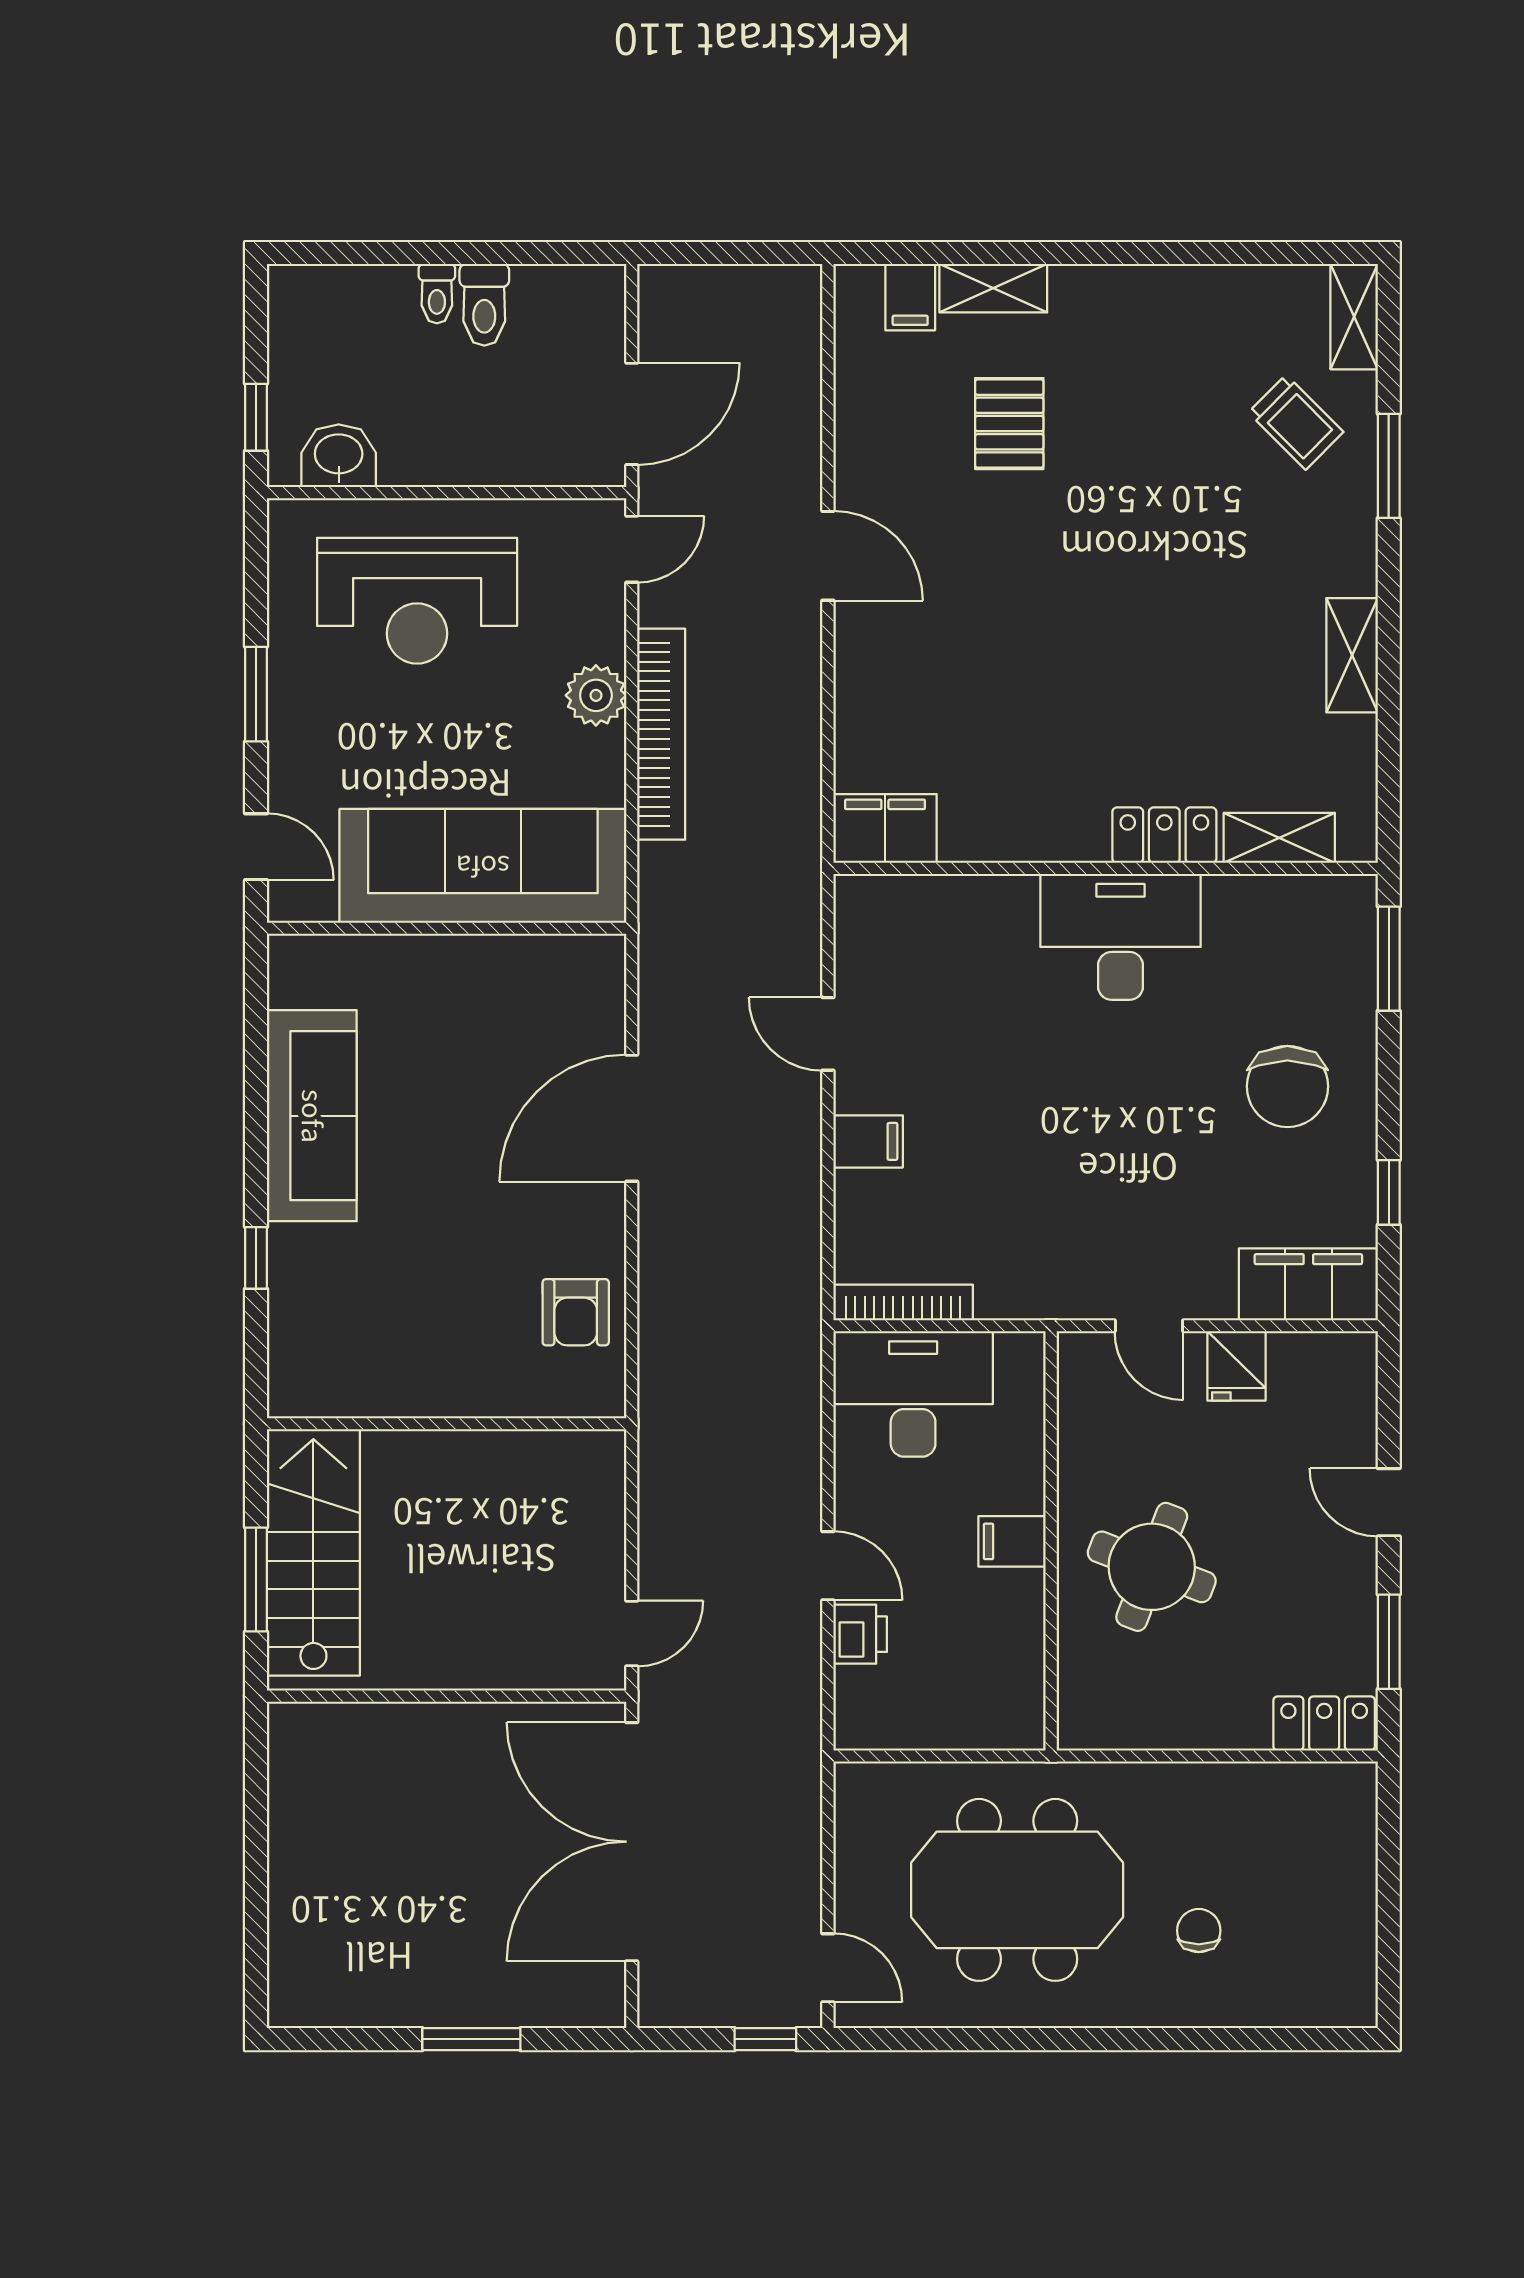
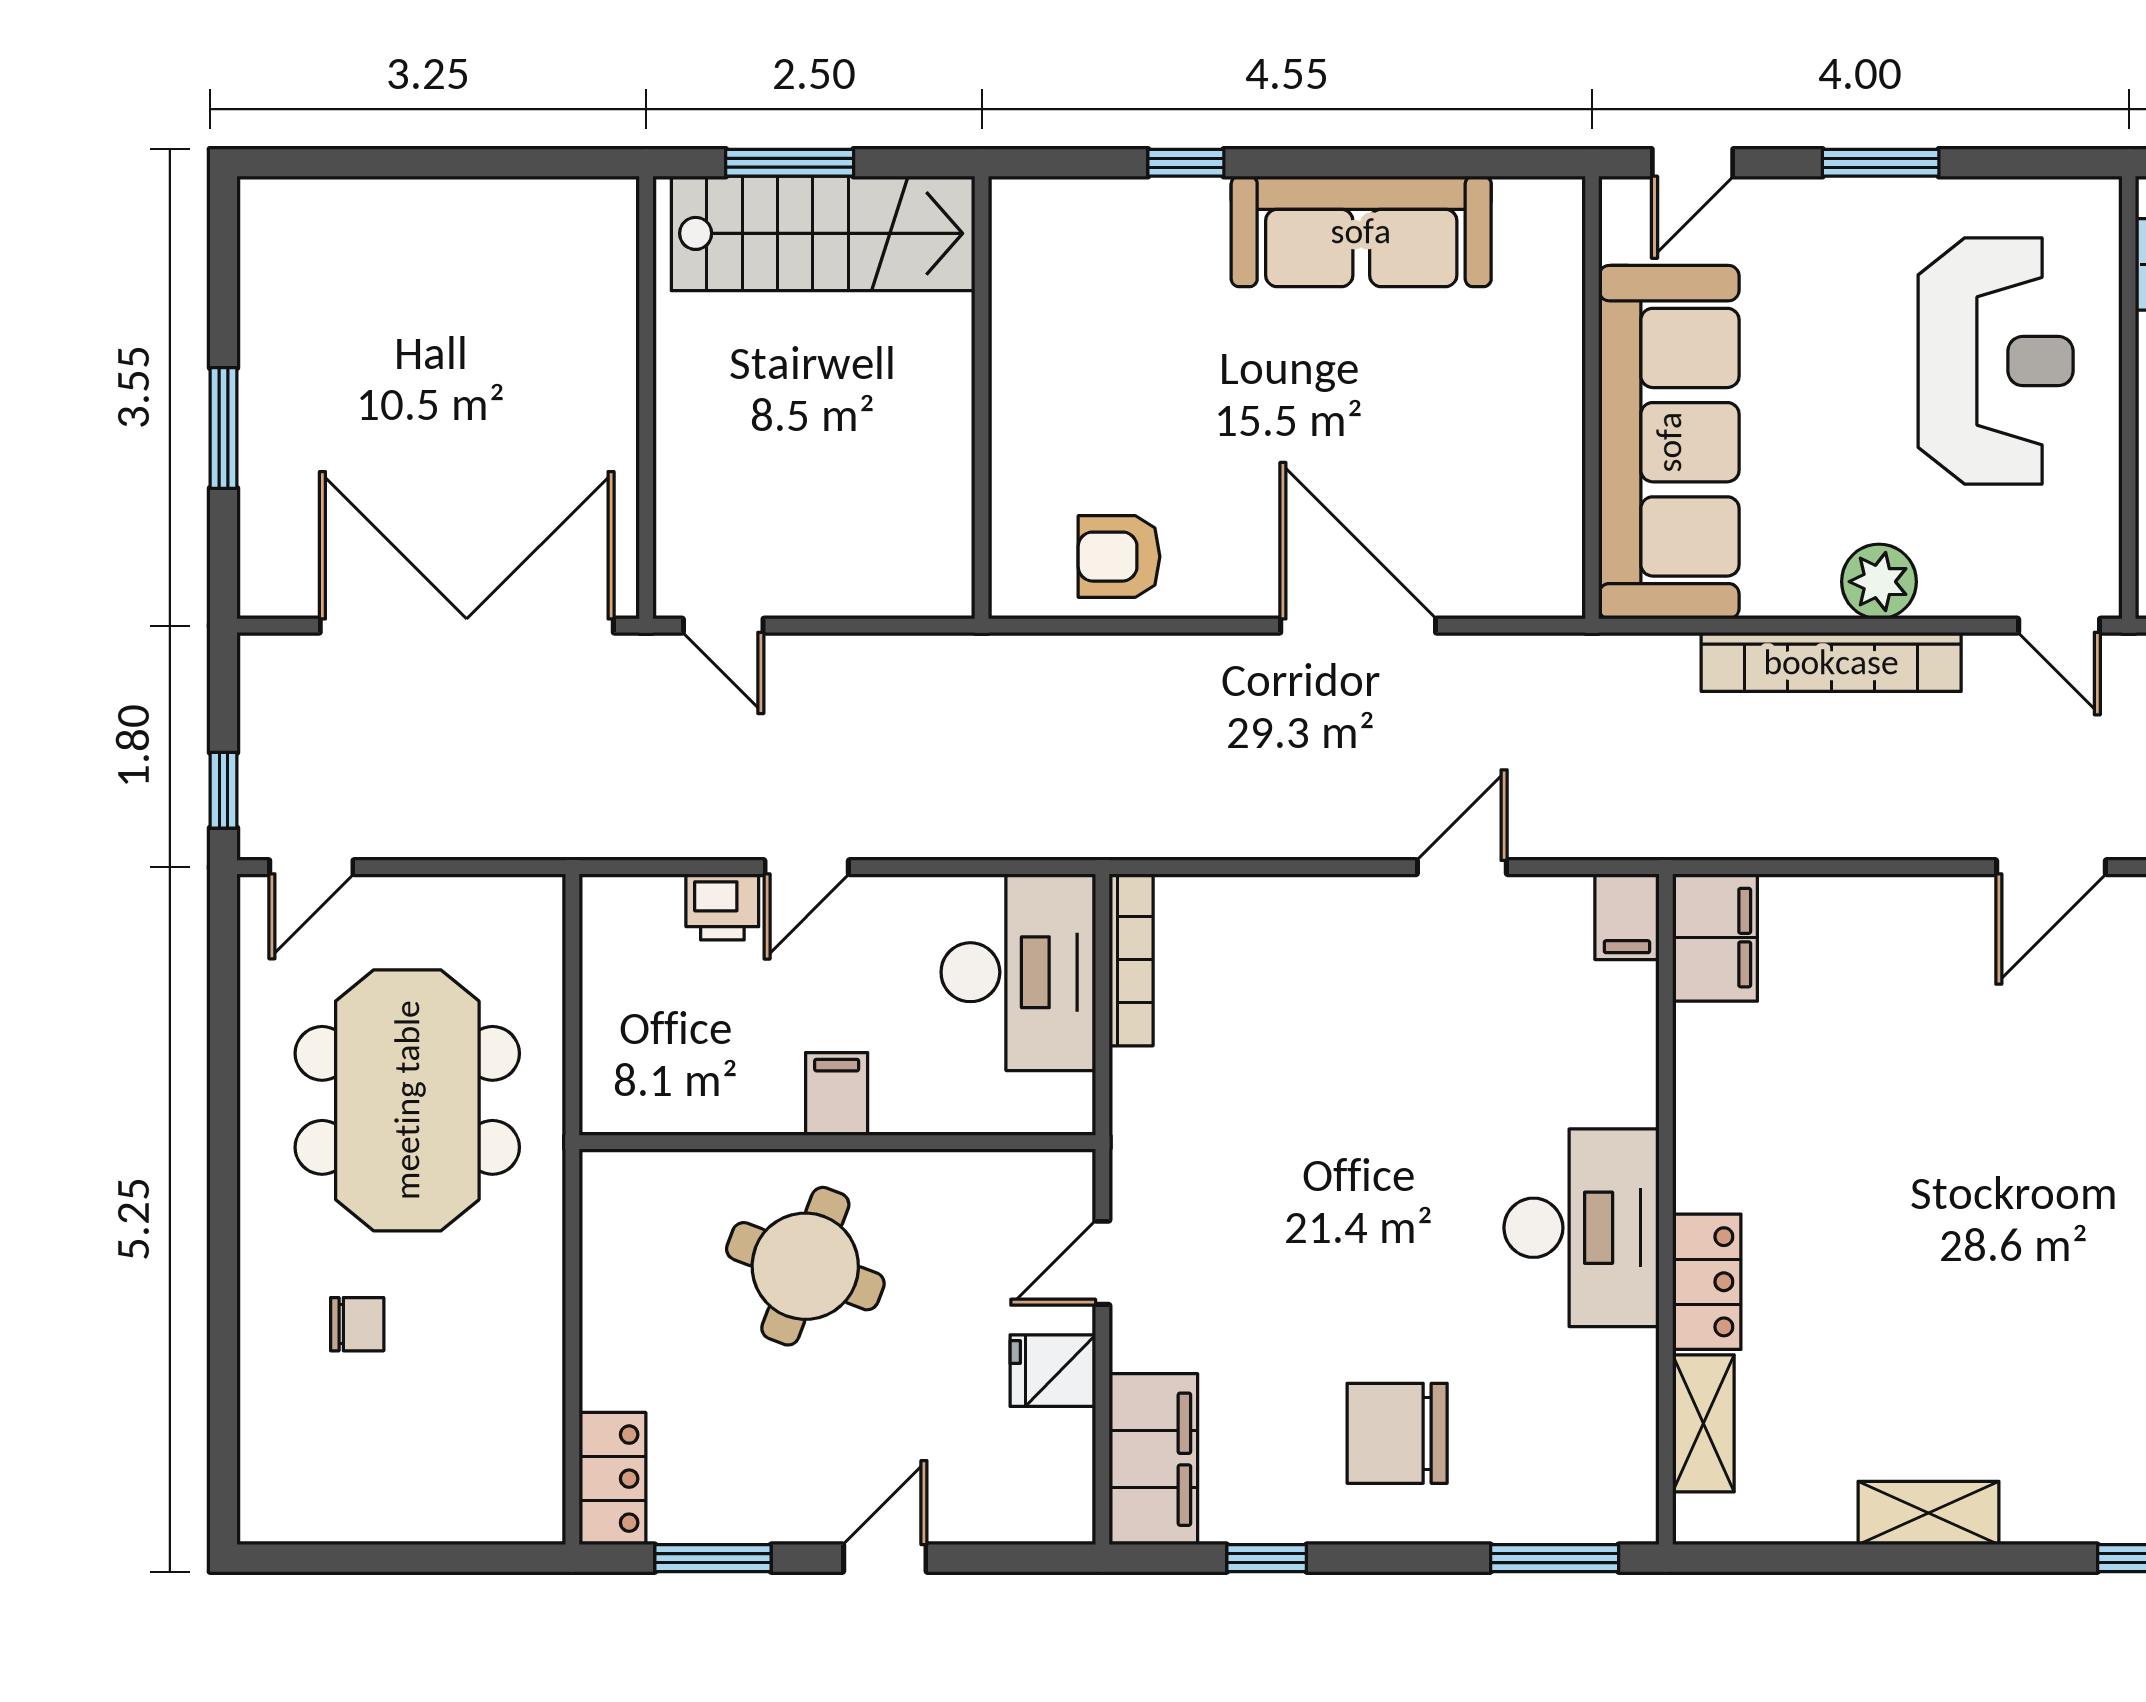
reception desk: (417, 601) -> (1996, 361), turned 180
filing cabinet: (868, 1141) -> (1627, 917), moved

